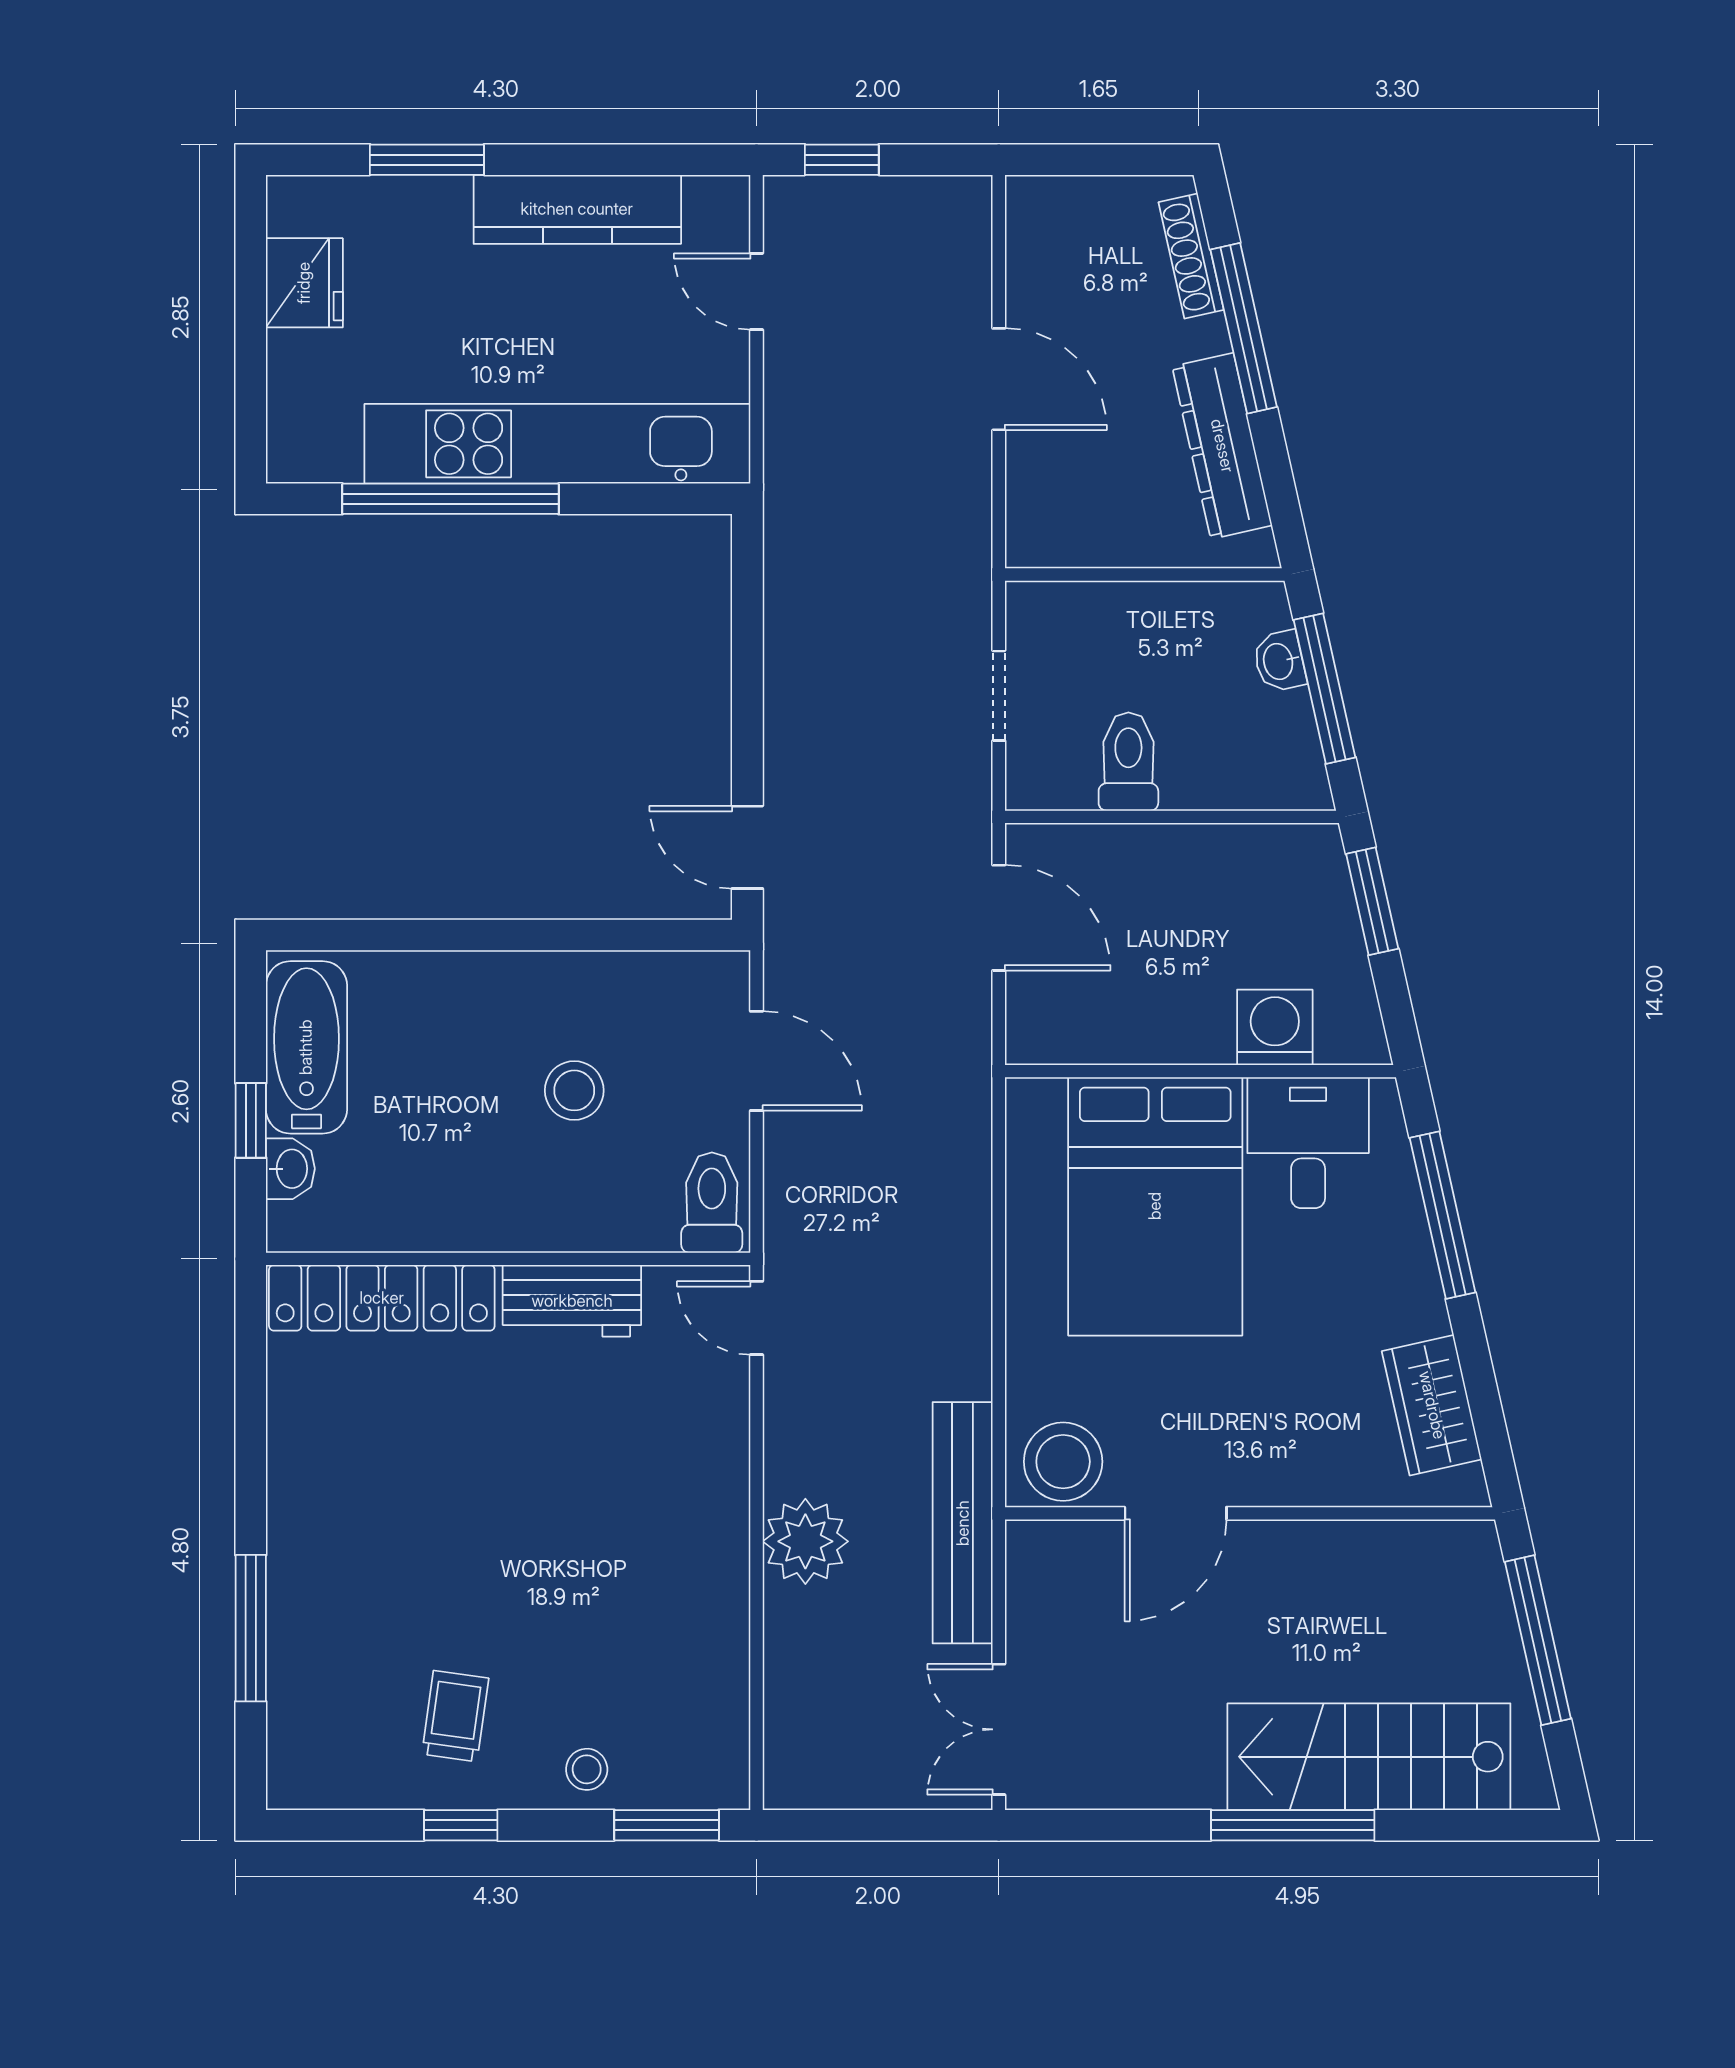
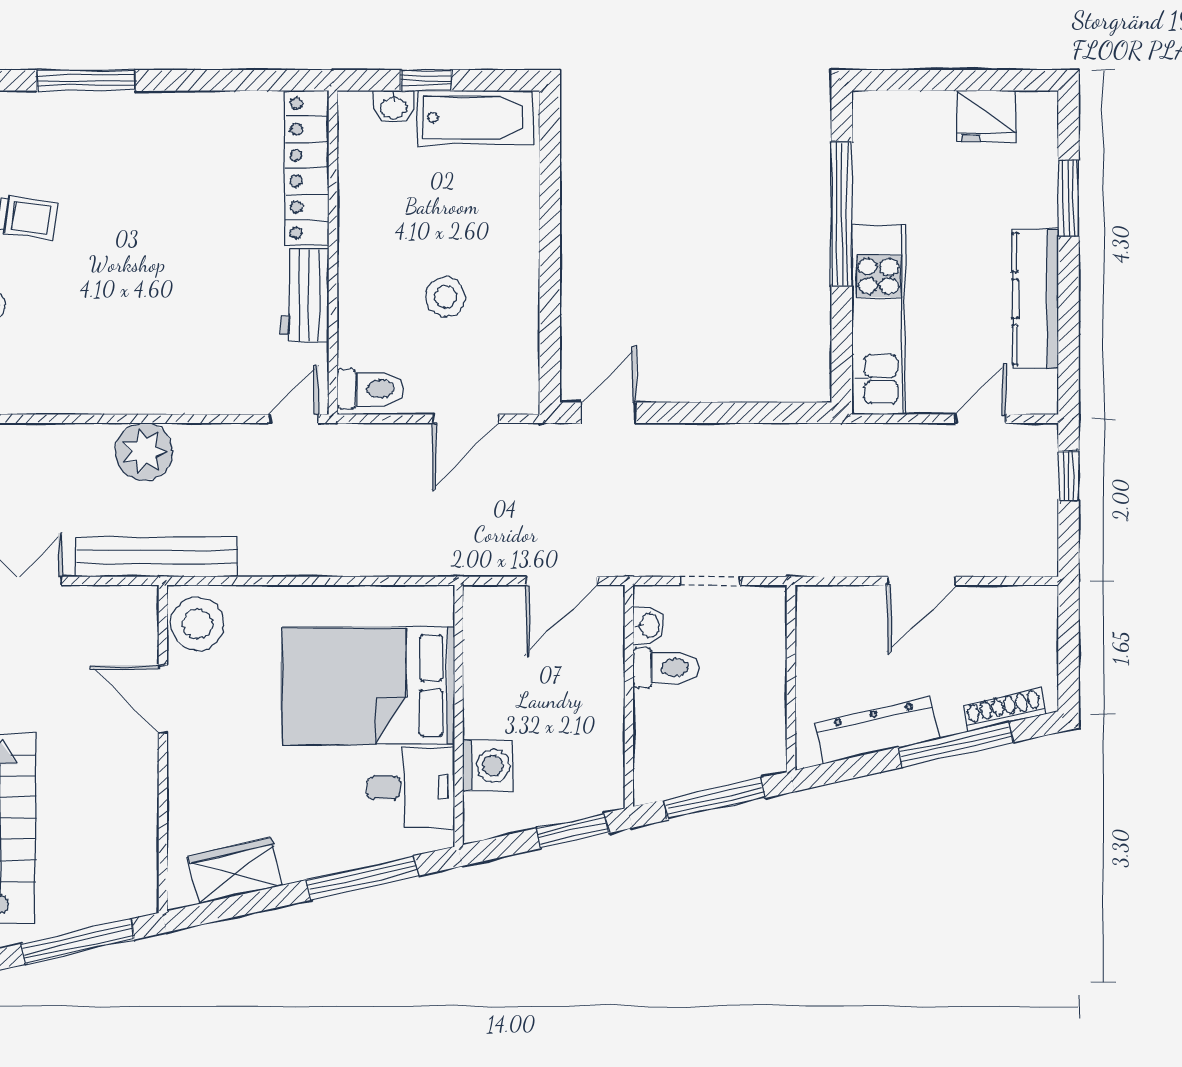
kitchen unit: (557, 444) -> (878, 320), width x0.73
washbasin: (1279, 661) -> (648, 626), moved, turned 103

